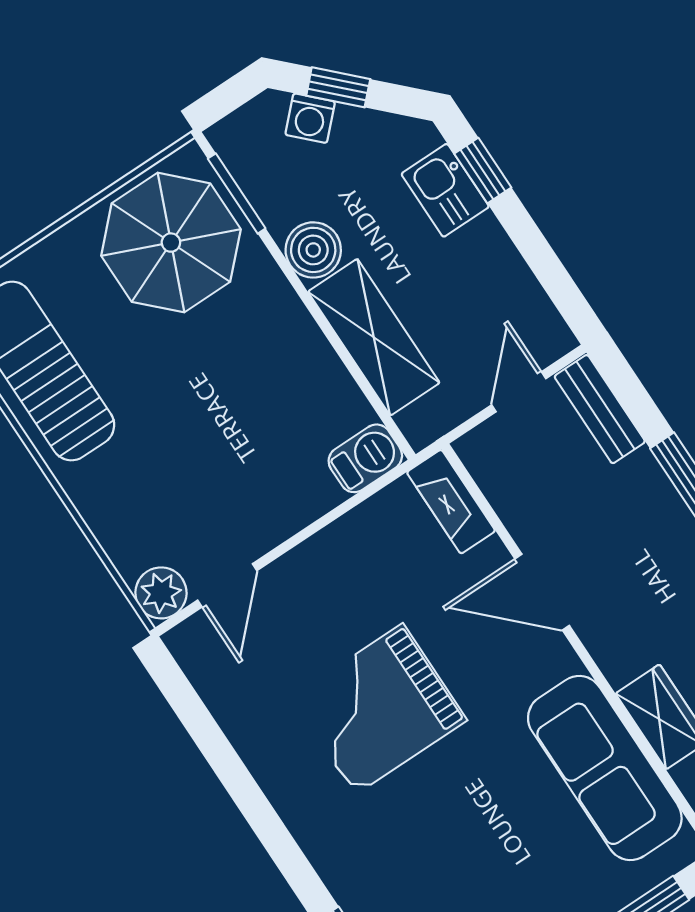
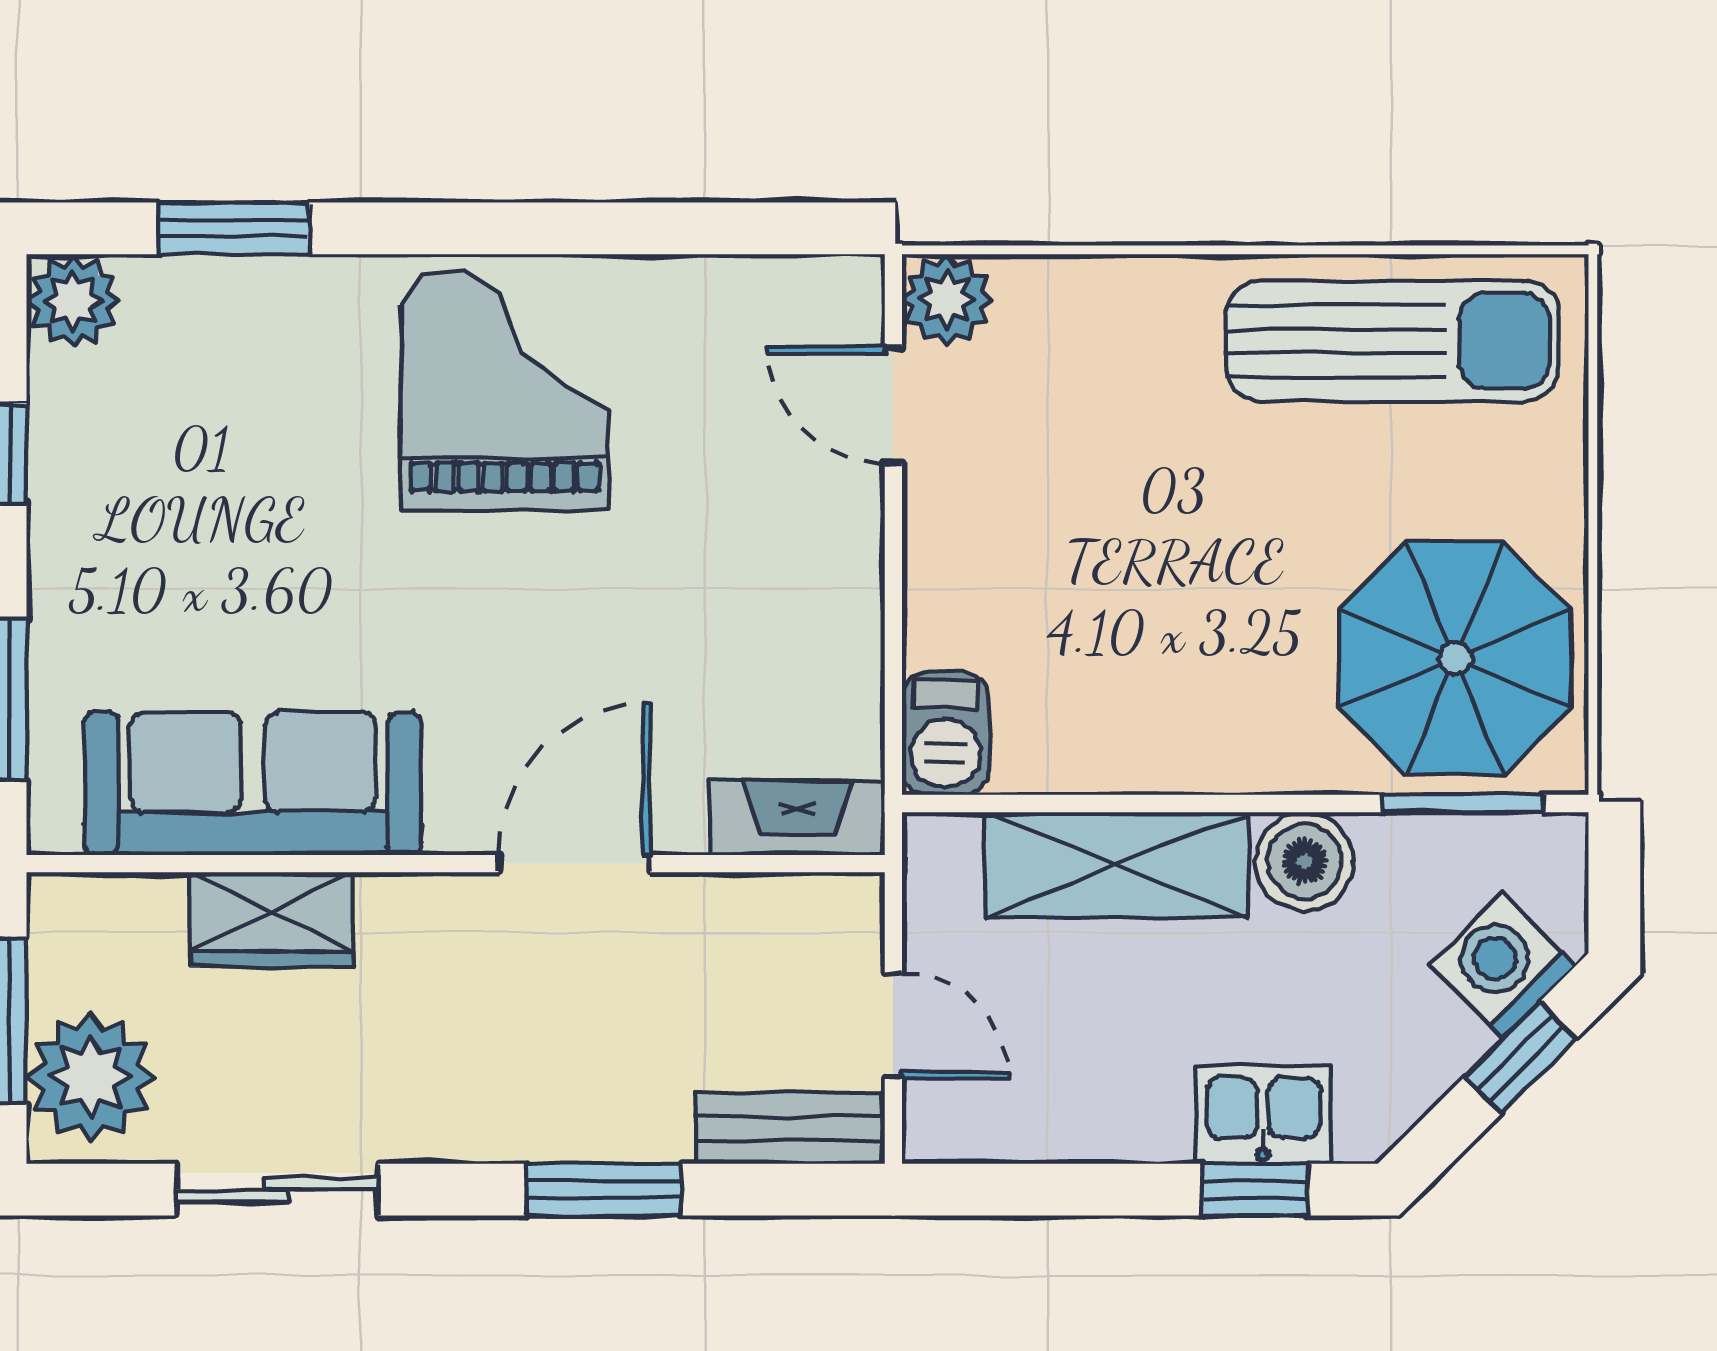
washing machine: (310, 118) -> (1502, 966), width x1.38, depth x1.38
grand piano: (379, 709) -> (505, 391), moved

